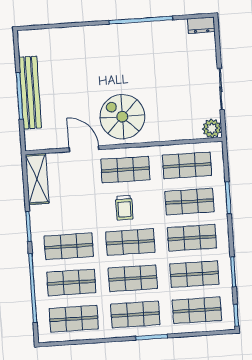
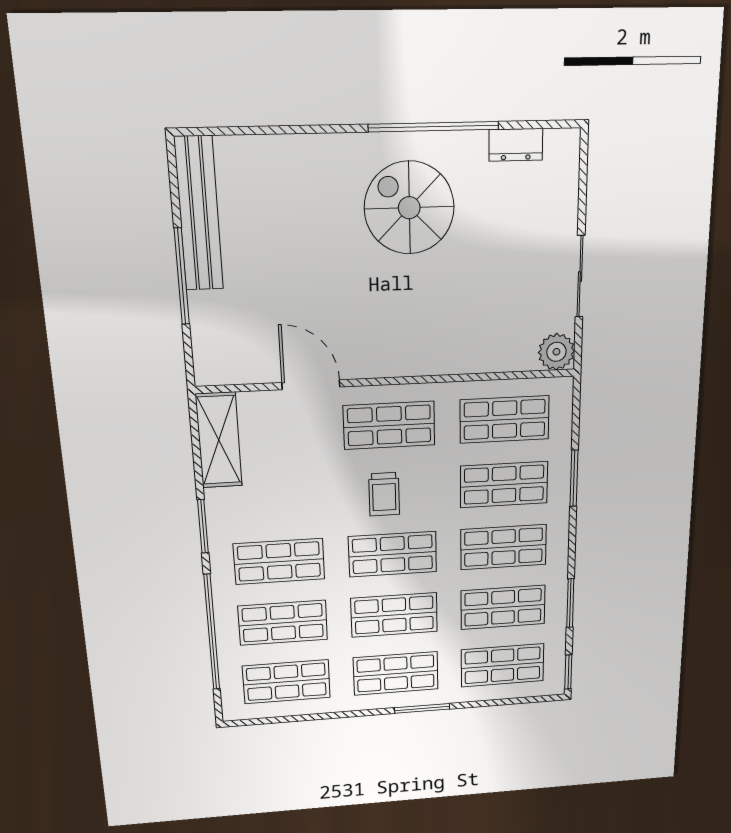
dresser: (201, 25) -> (516, 145), moved
bench: (30, 93) -> (199, 214), moved
spiral stairs: (122, 117) -> (409, 208), moved

